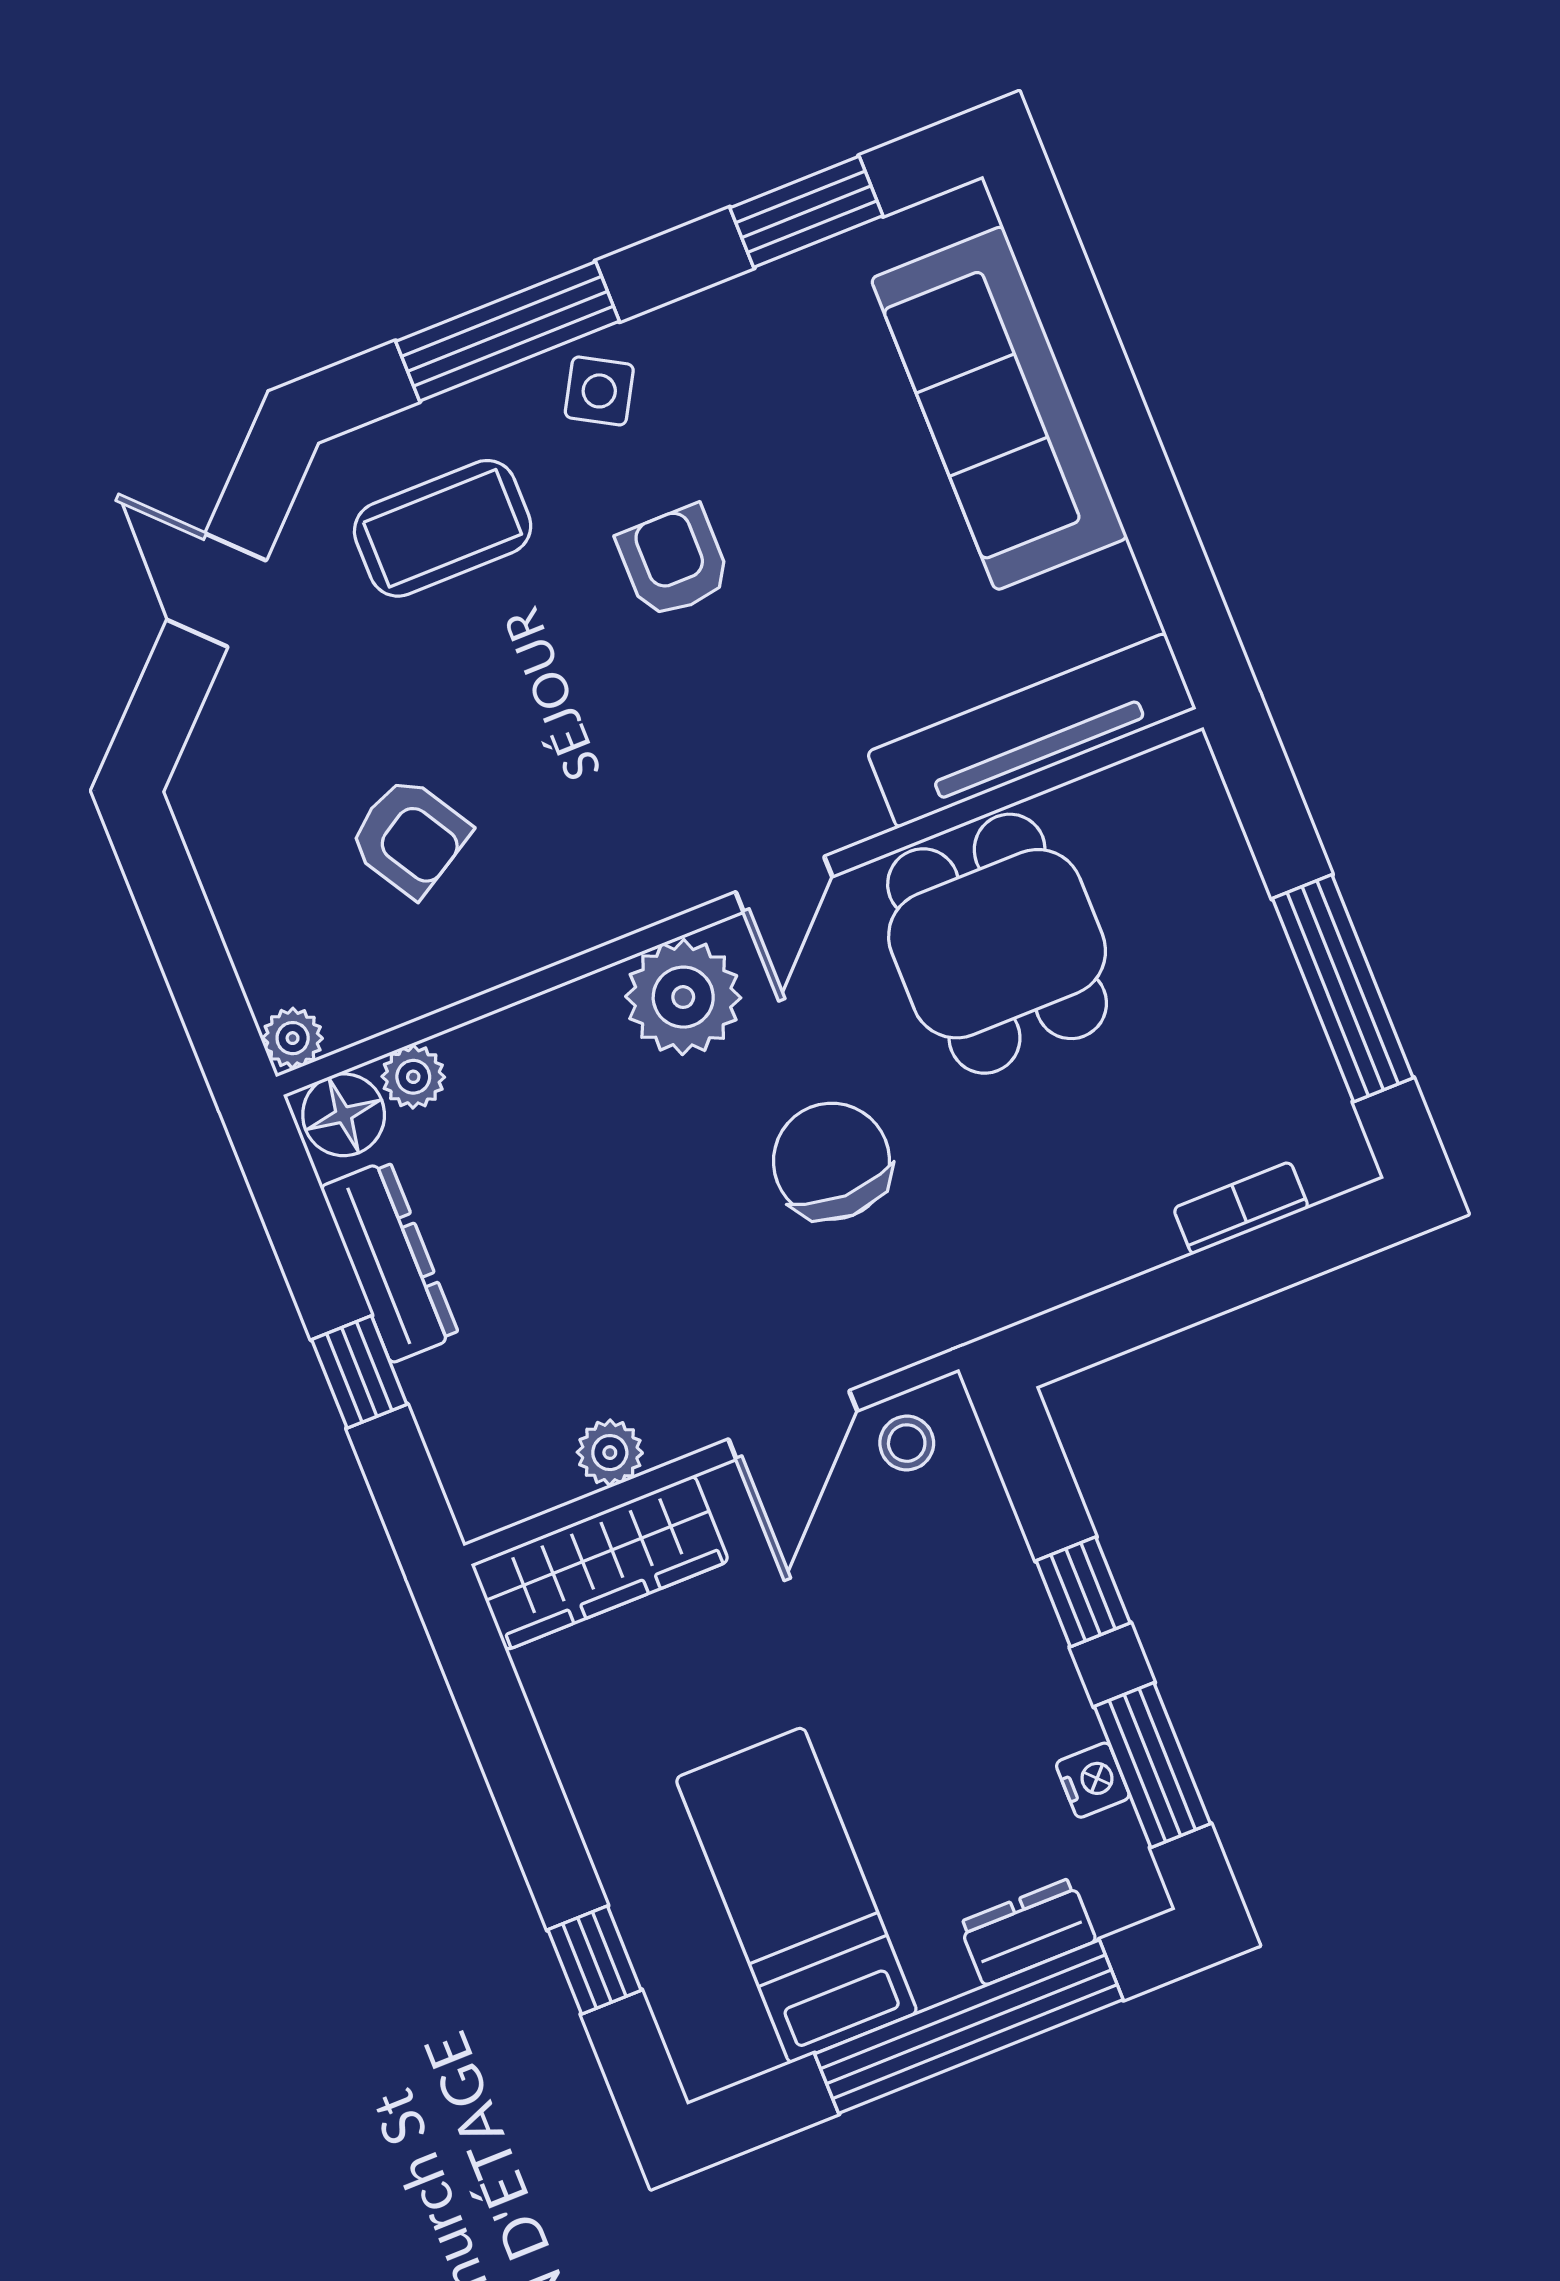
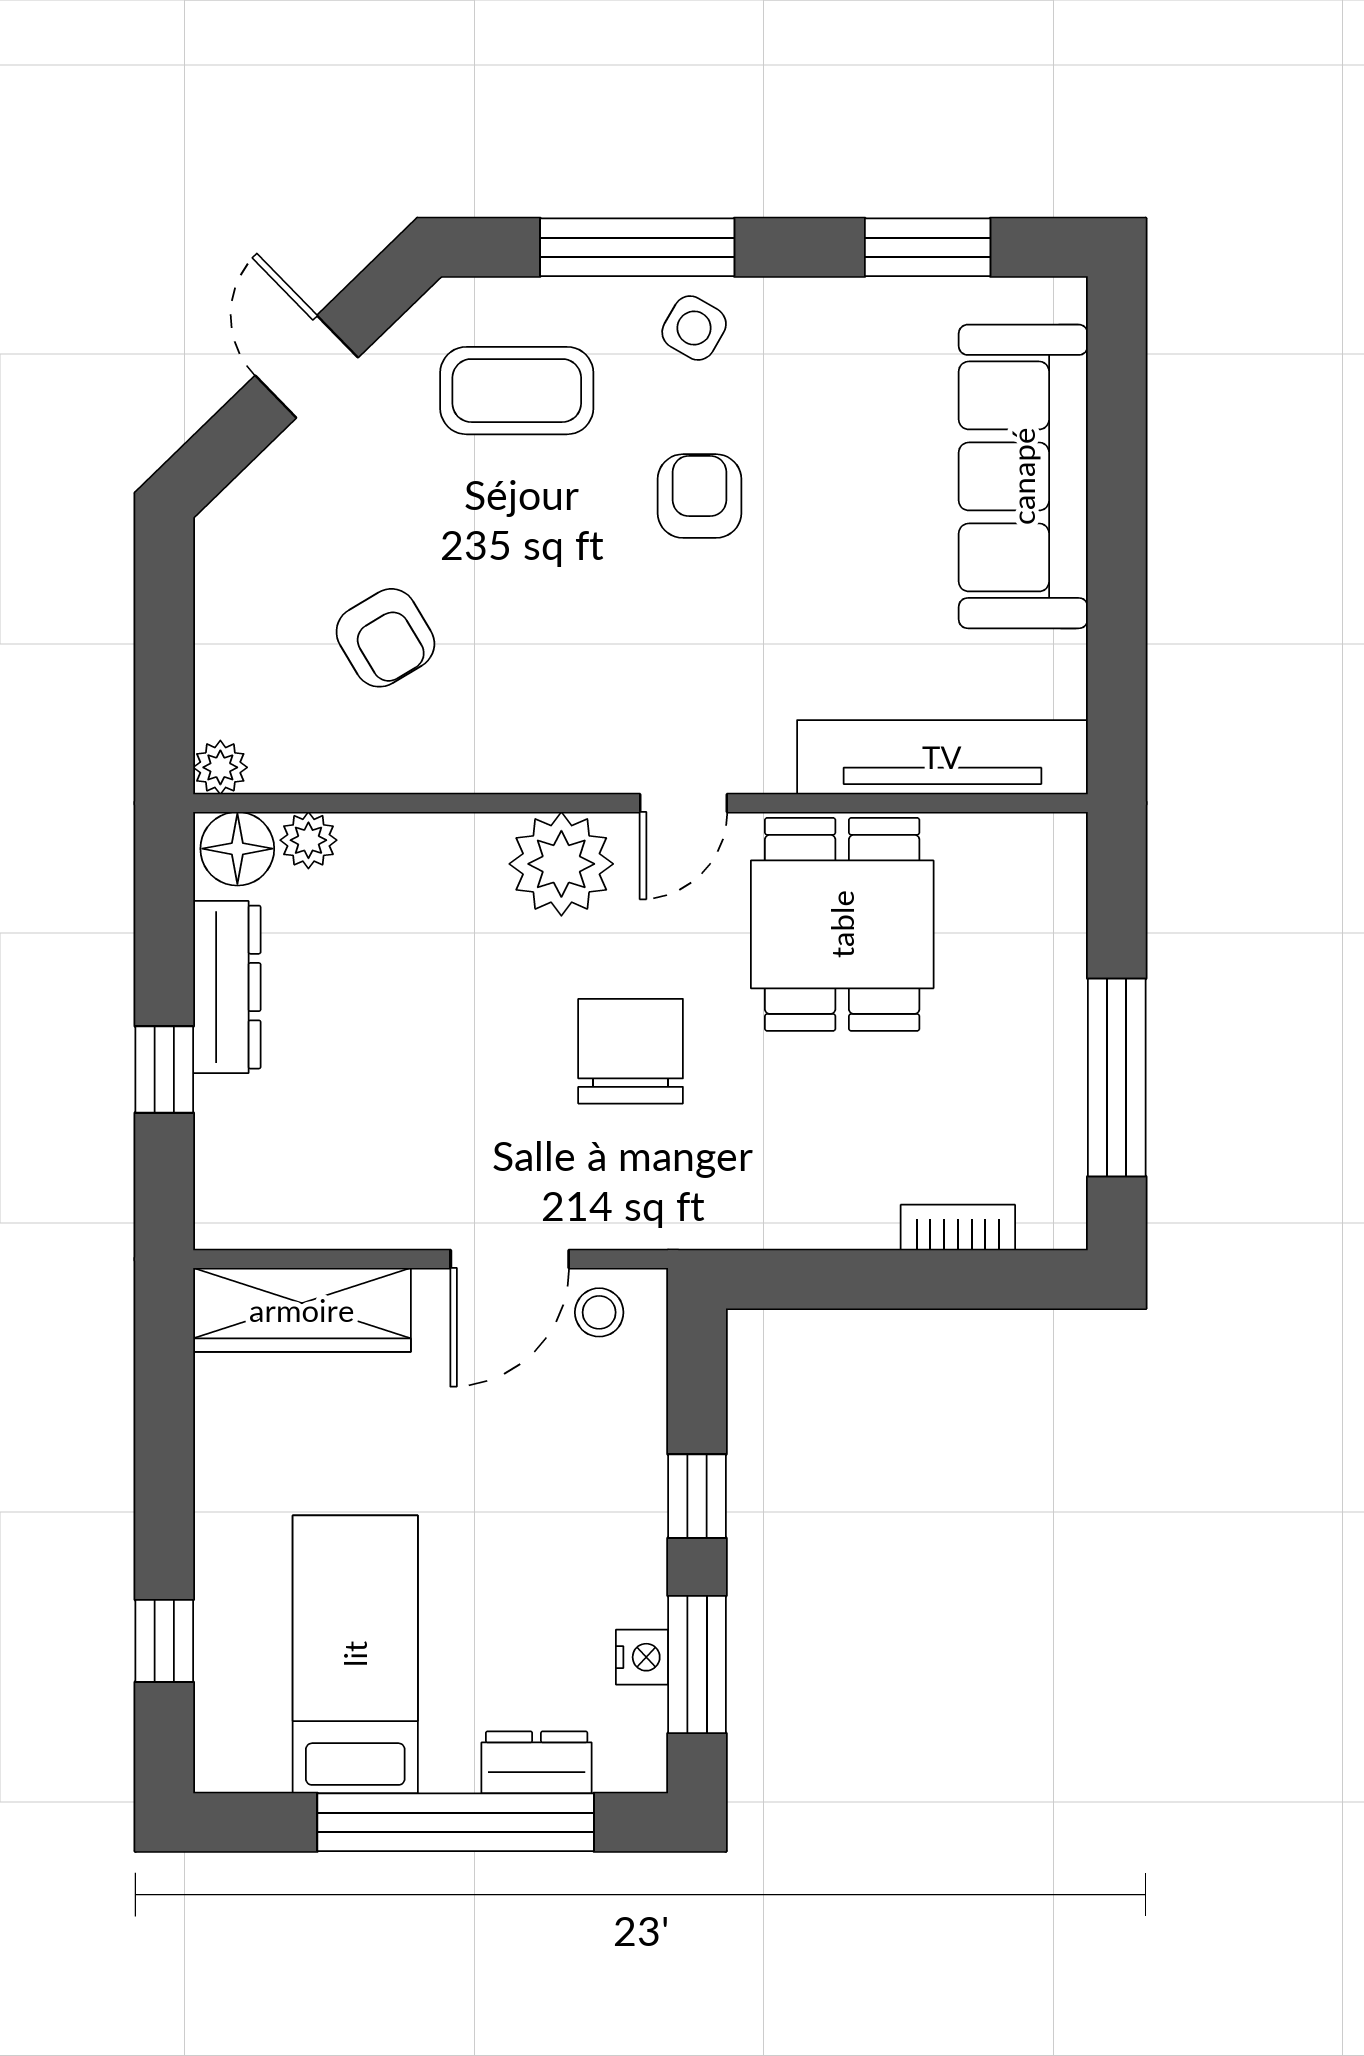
plant: (610, 1453) -> (347, 1221), removed

